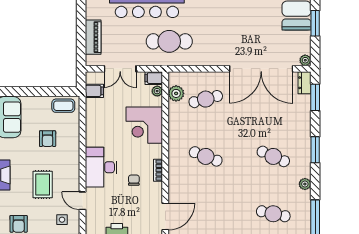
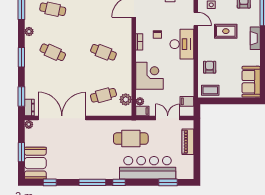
armchair: (48, 139) -> (210, 67), moved
rug: (43, 185) -> (226, 31), turned 90

